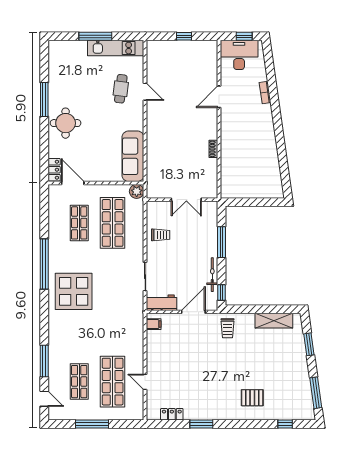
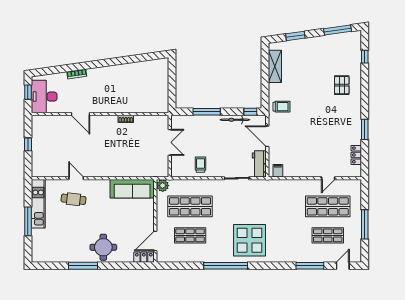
door: (145, 92) -> (76, 178), hinge flipped

